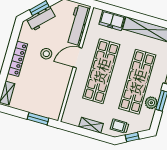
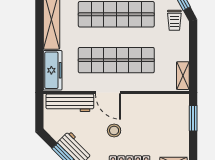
freezer: (112, 20) -> (53, 70), width x1.40
shelving: (91, 125) -> (183, 76), moved

